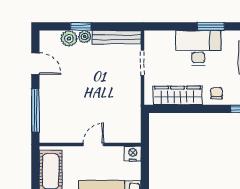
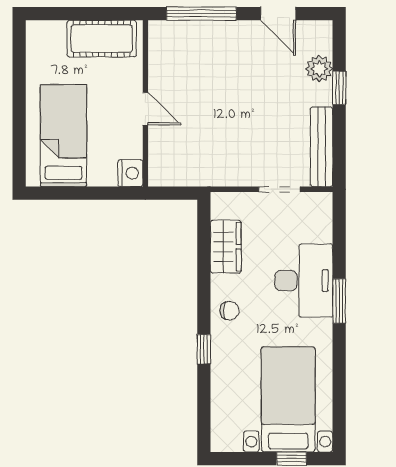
plant: (85, 37) -> (322, 94), removed
door: (35, 64) -> (278, 14), hinge flipped
wardrobe: (178, 96) -> (226, 247), width x0.67

